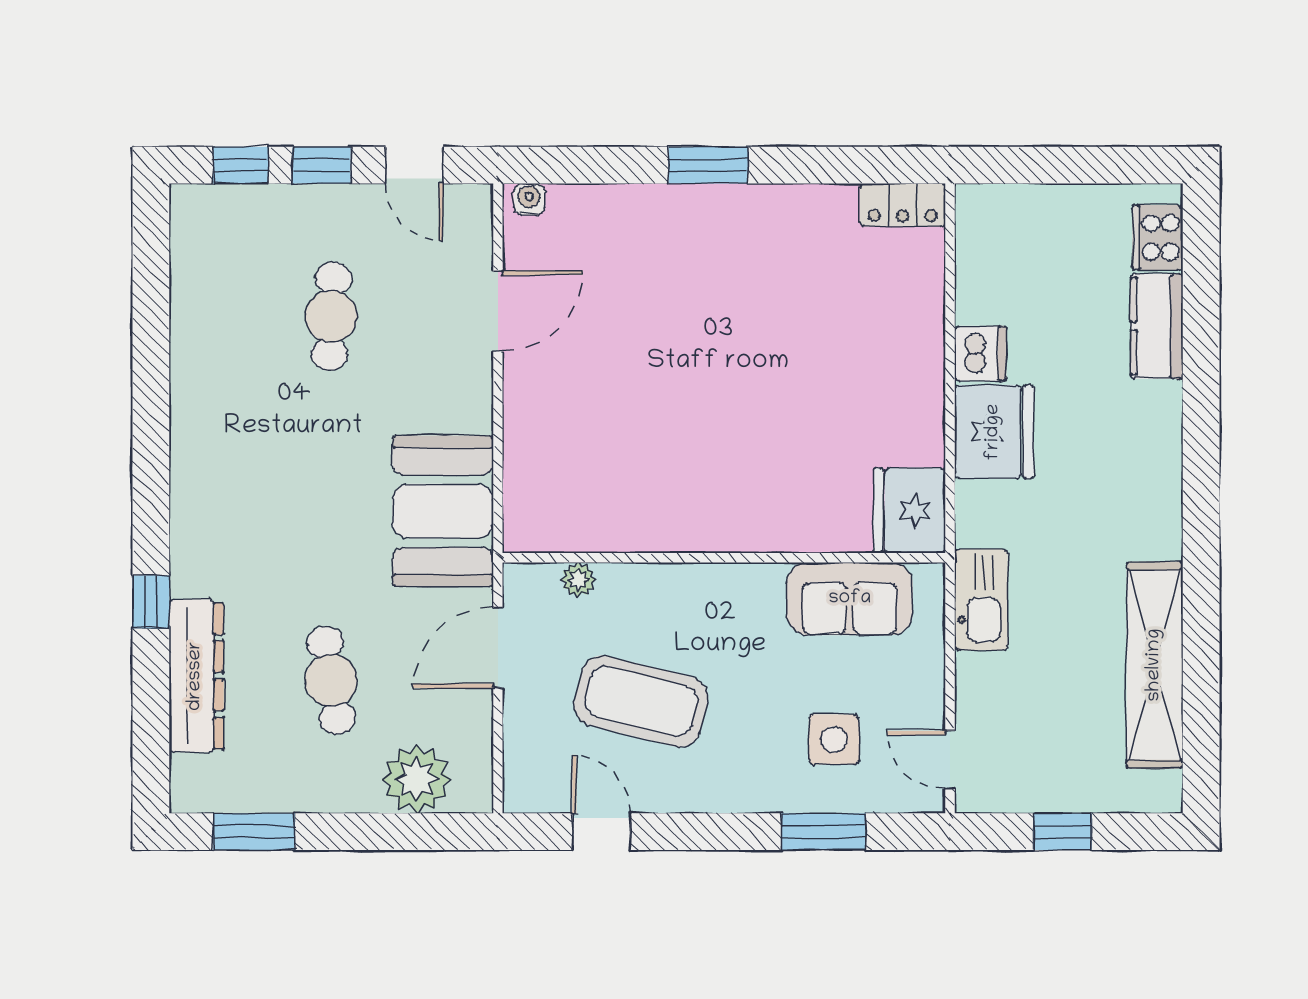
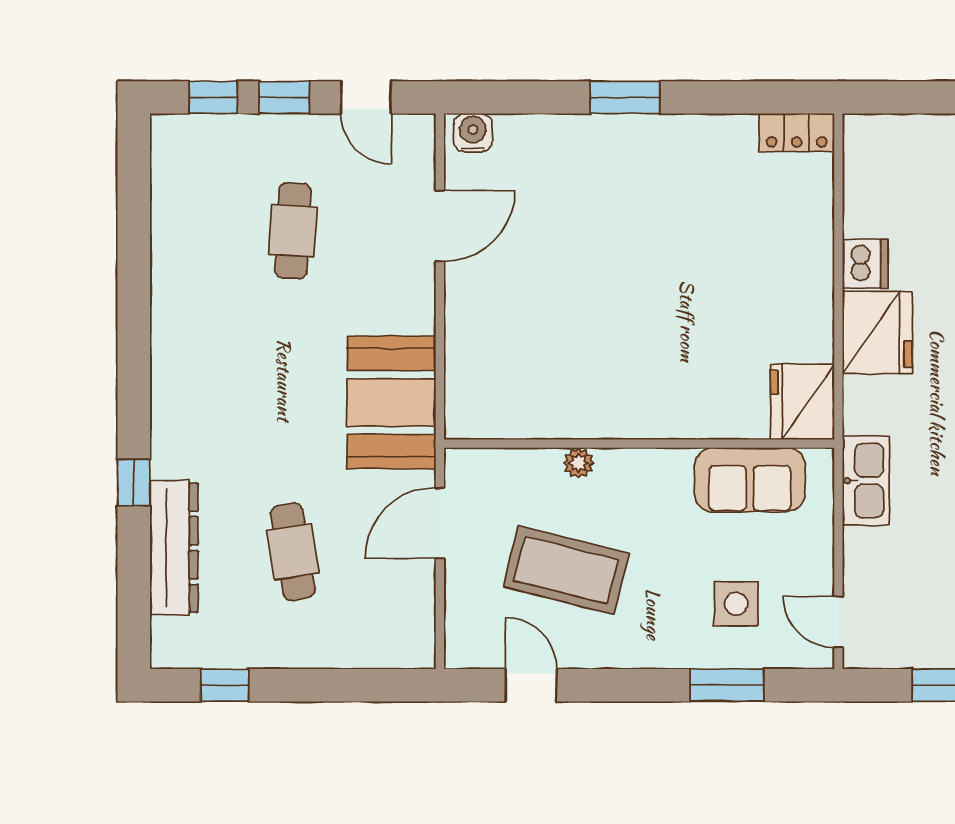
water cooler: (529, 199) -> (473, 133), width x1.38, depth x1.38
plant: (578, 580) -> (579, 463), moved
plant: (417, 779) -> (368, 639), removed
window: (254, 832) -> (225, 685), width x0.67

